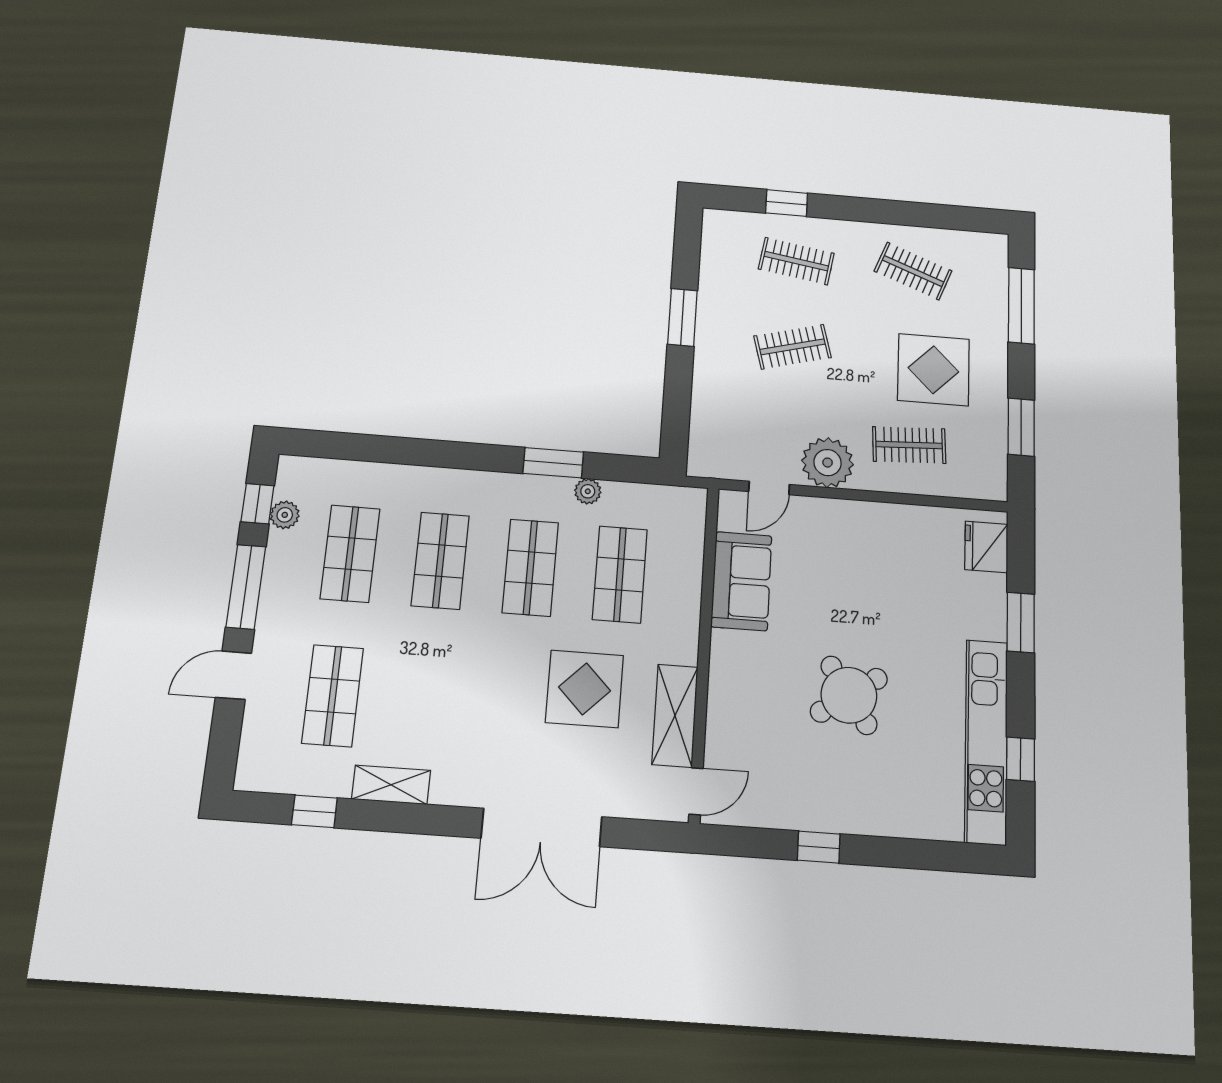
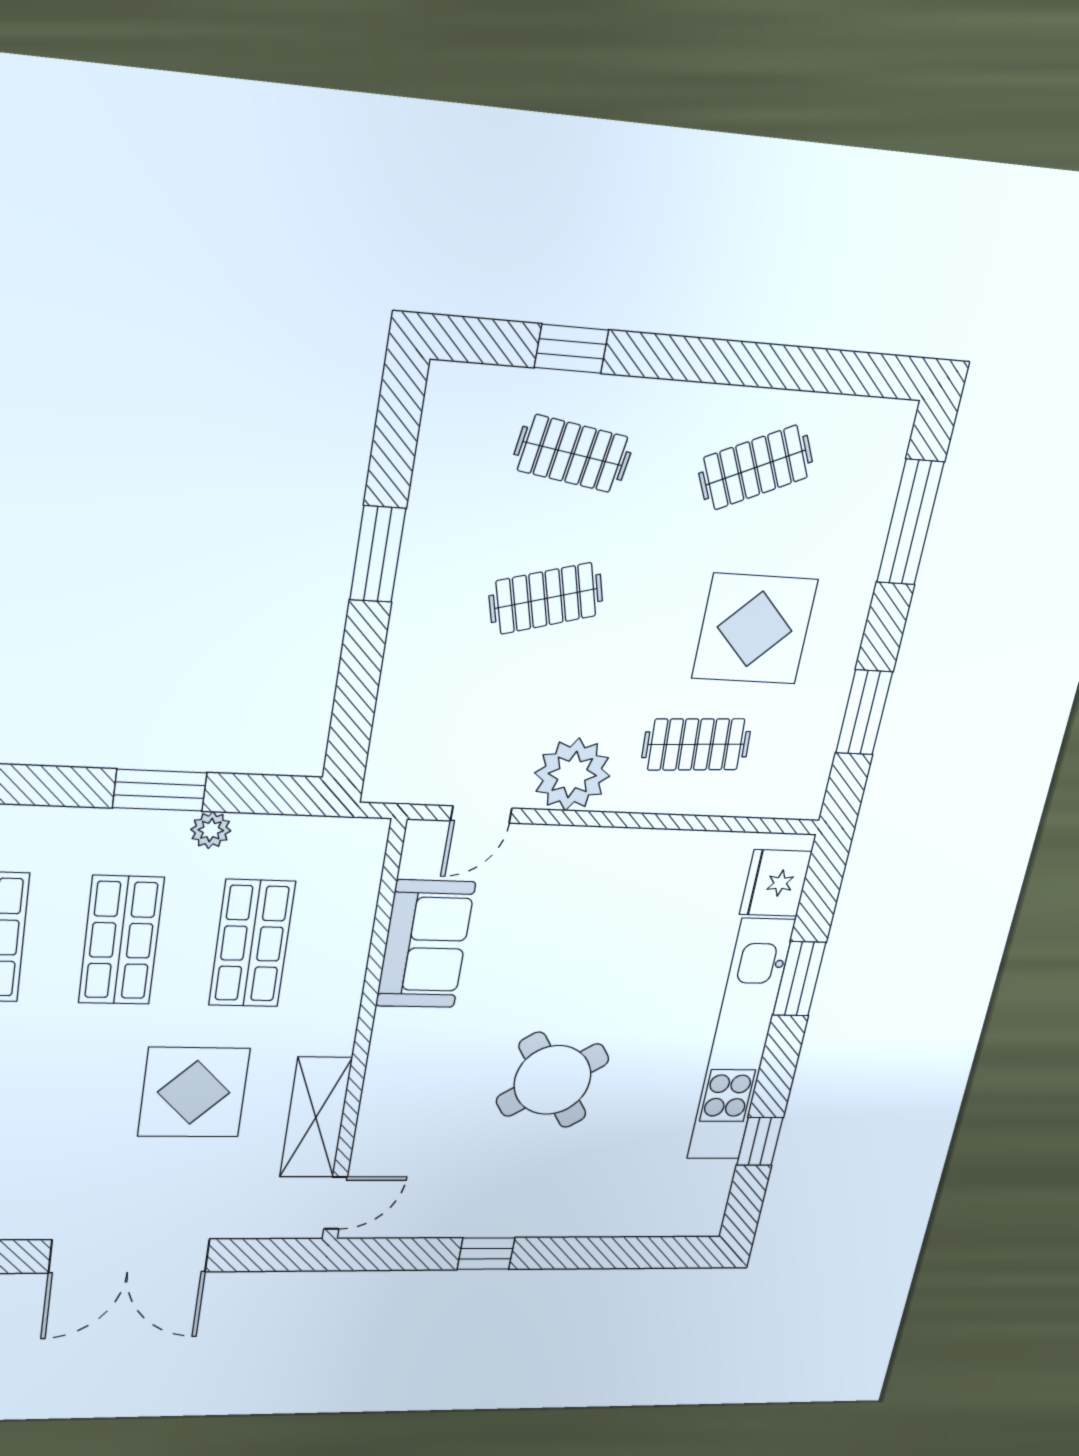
clothes rail: (913, 271) -> (756, 467), turned -45
kitchen unit: (986, 741) -> (740, 1041), moved

